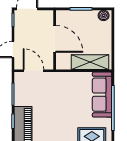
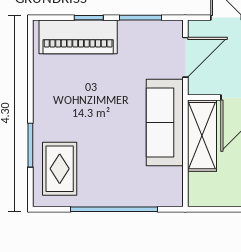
shelving: (90, 62) -> (202, 136), moved
sofa: (102, 95) -> (165, 123), moved, turned -90

